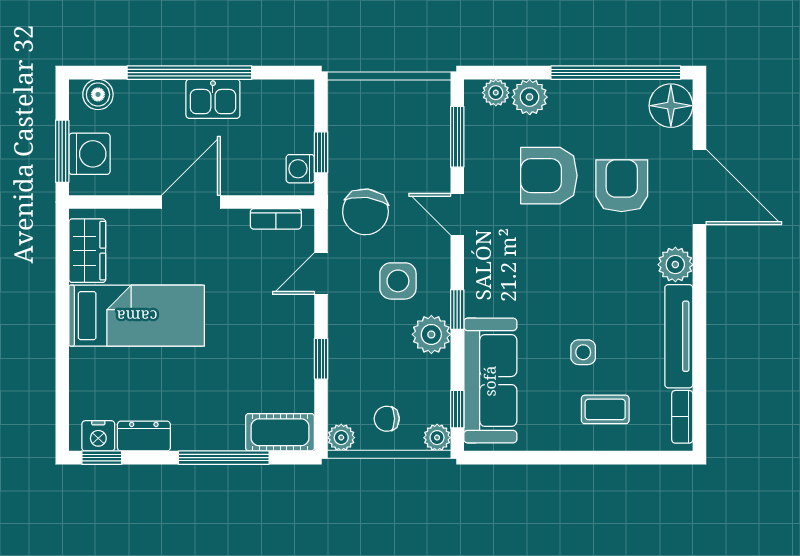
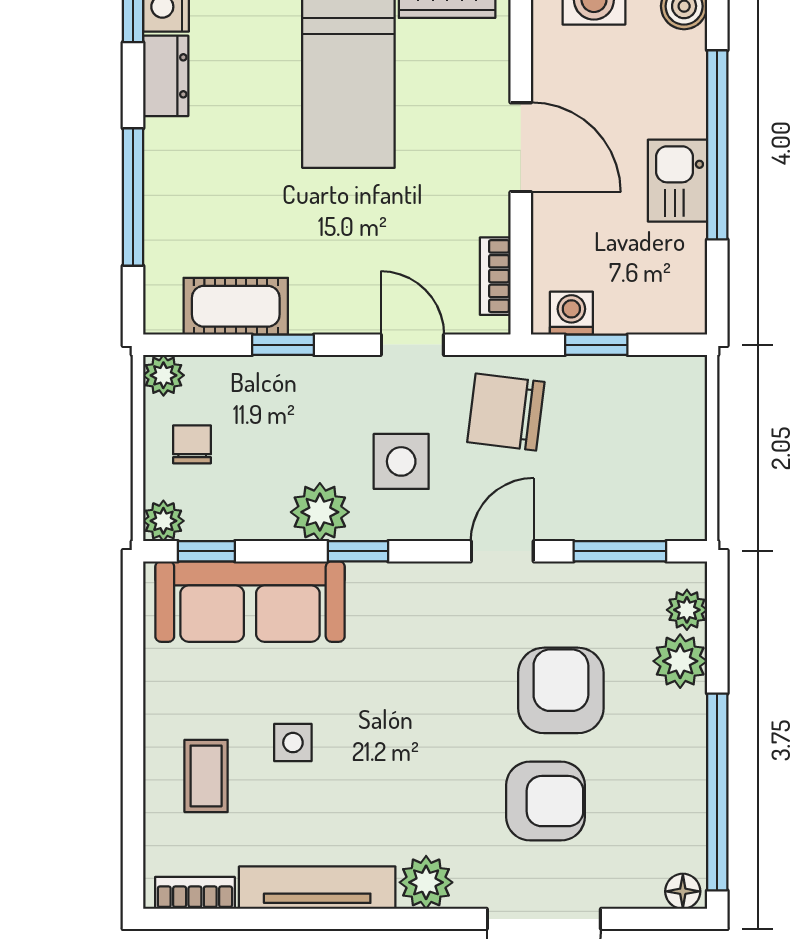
floor lamp: (671, 106) -> (683, 891), width x0.53, depth x0.53
cot: (280, 432) -> (236, 306), moved, turned 90

